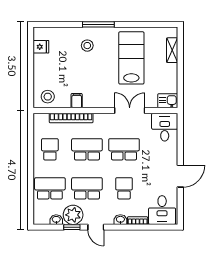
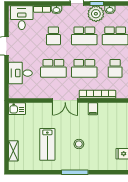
stool: (87, 46) -> (79, 144), moved
lab bench: (131, 58) -> (47, 144), width x0.73, depth x0.72
stool: (48, 97) -> (117, 112), removed
double door: (130, 111) -> (65, 101), moved
desk: (165, 127) -> (20, 73), moved, turned 90

